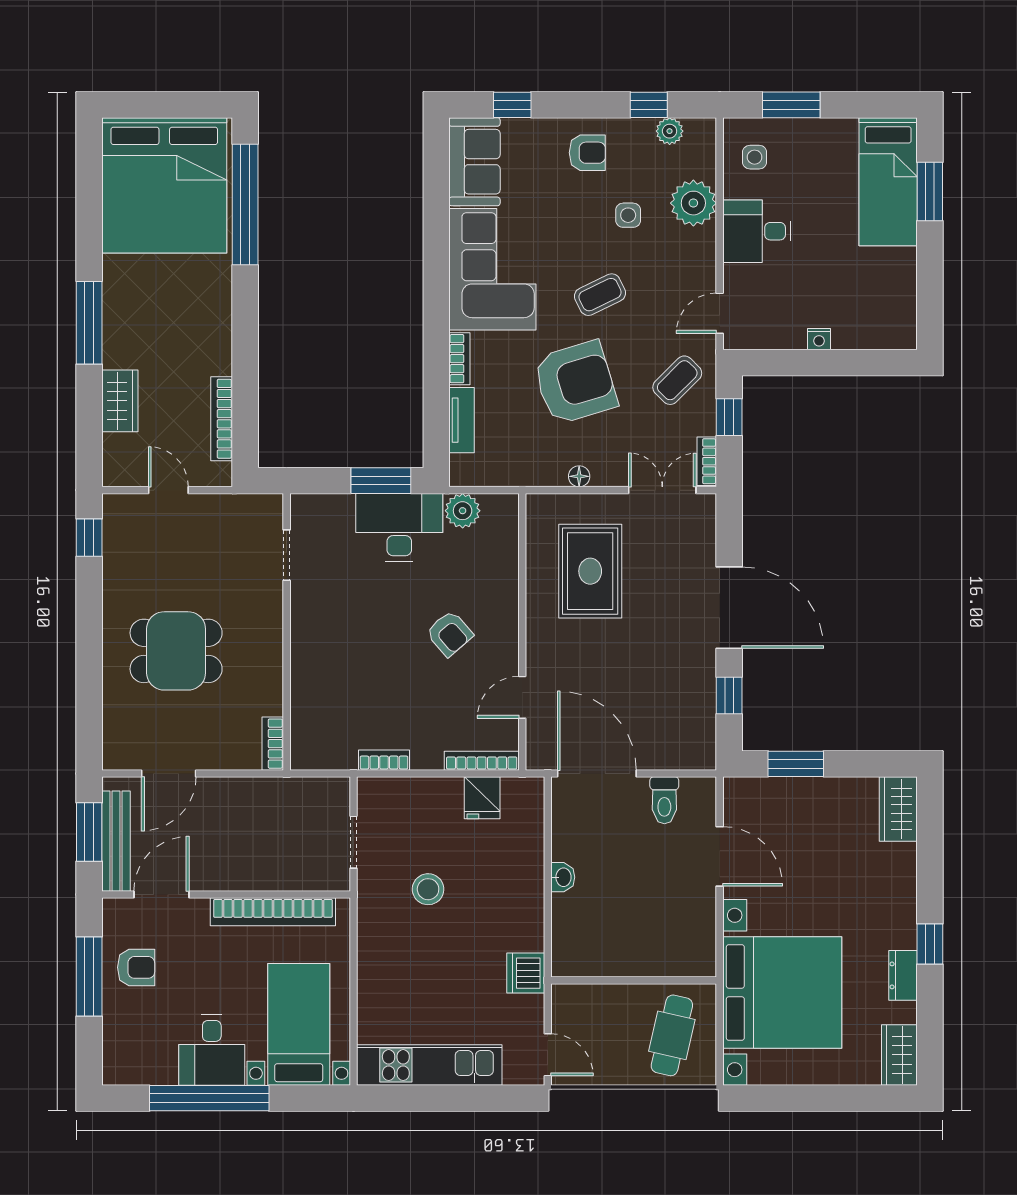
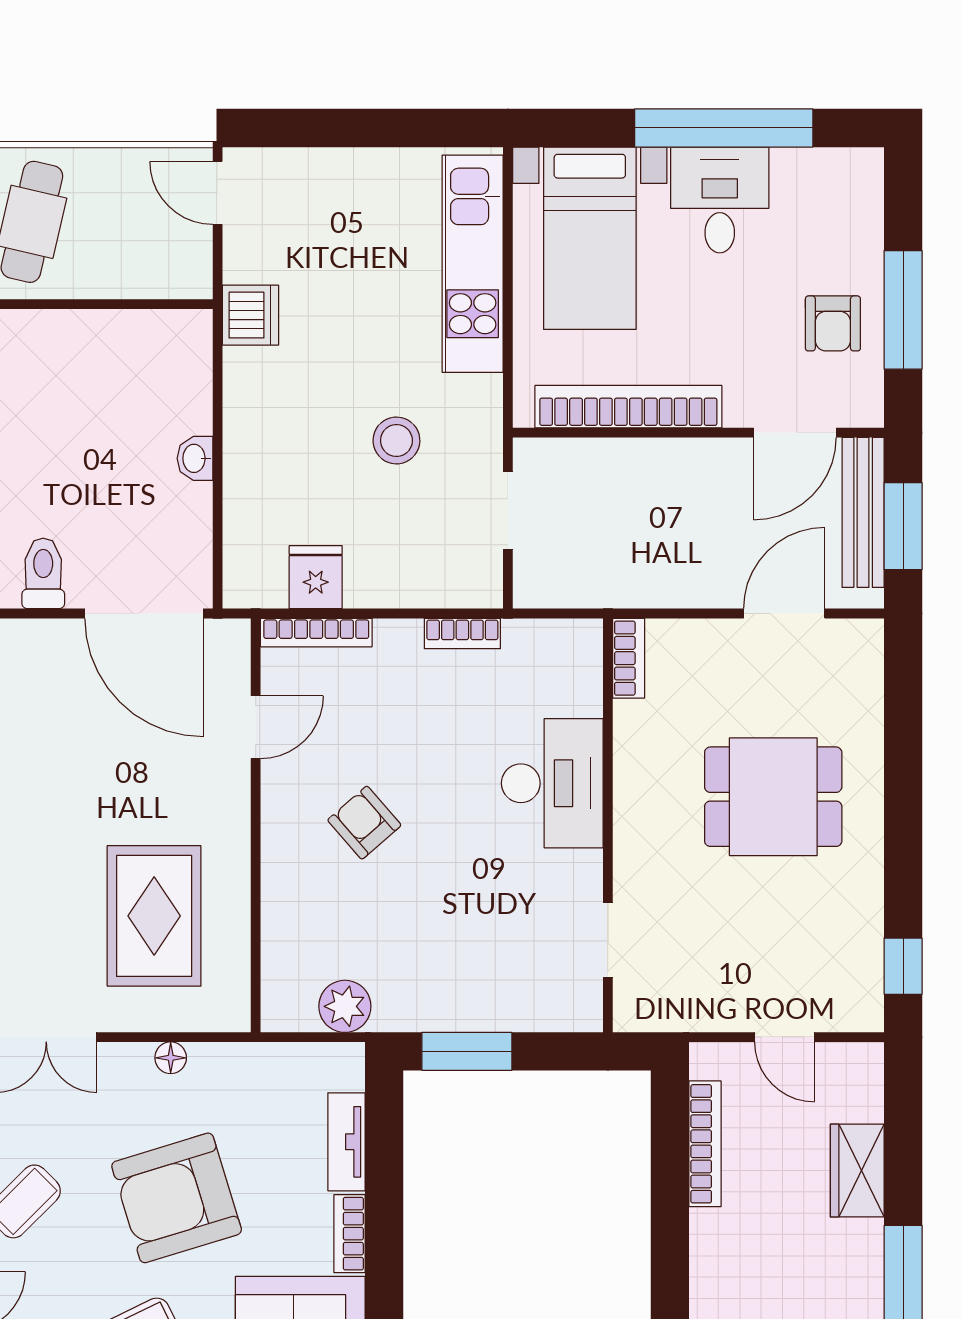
desk: (399, 527) -> (552, 783), moved, turned -90
armchair: (136, 967) -> (833, 323), turned -90
kitchen unit: (429, 1065) -> (473, 264), moved, turned 90

